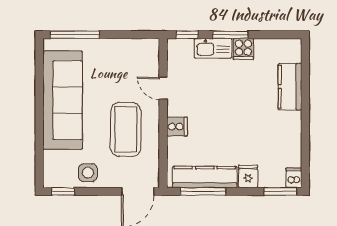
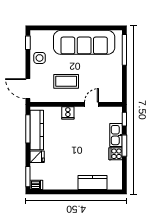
coffee table: (126, 129) -> (66, 81), width x0.73, depth x0.76

